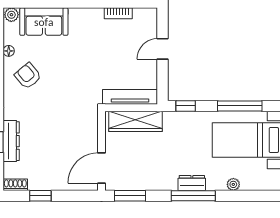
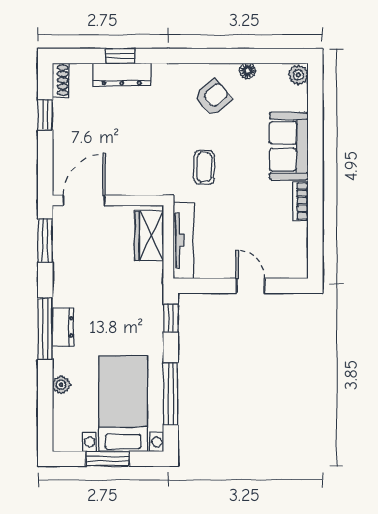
bookcase: (118, 13) -> (300, 201), moved
sofa: (44, 22) -> (289, 146), moved
coffee table: (78, 82) -> (204, 167), added
wardrobe: (135, 121) -> (149, 236), width x0.67
door: (101, 168) -> (84, 200), hinge flipped

